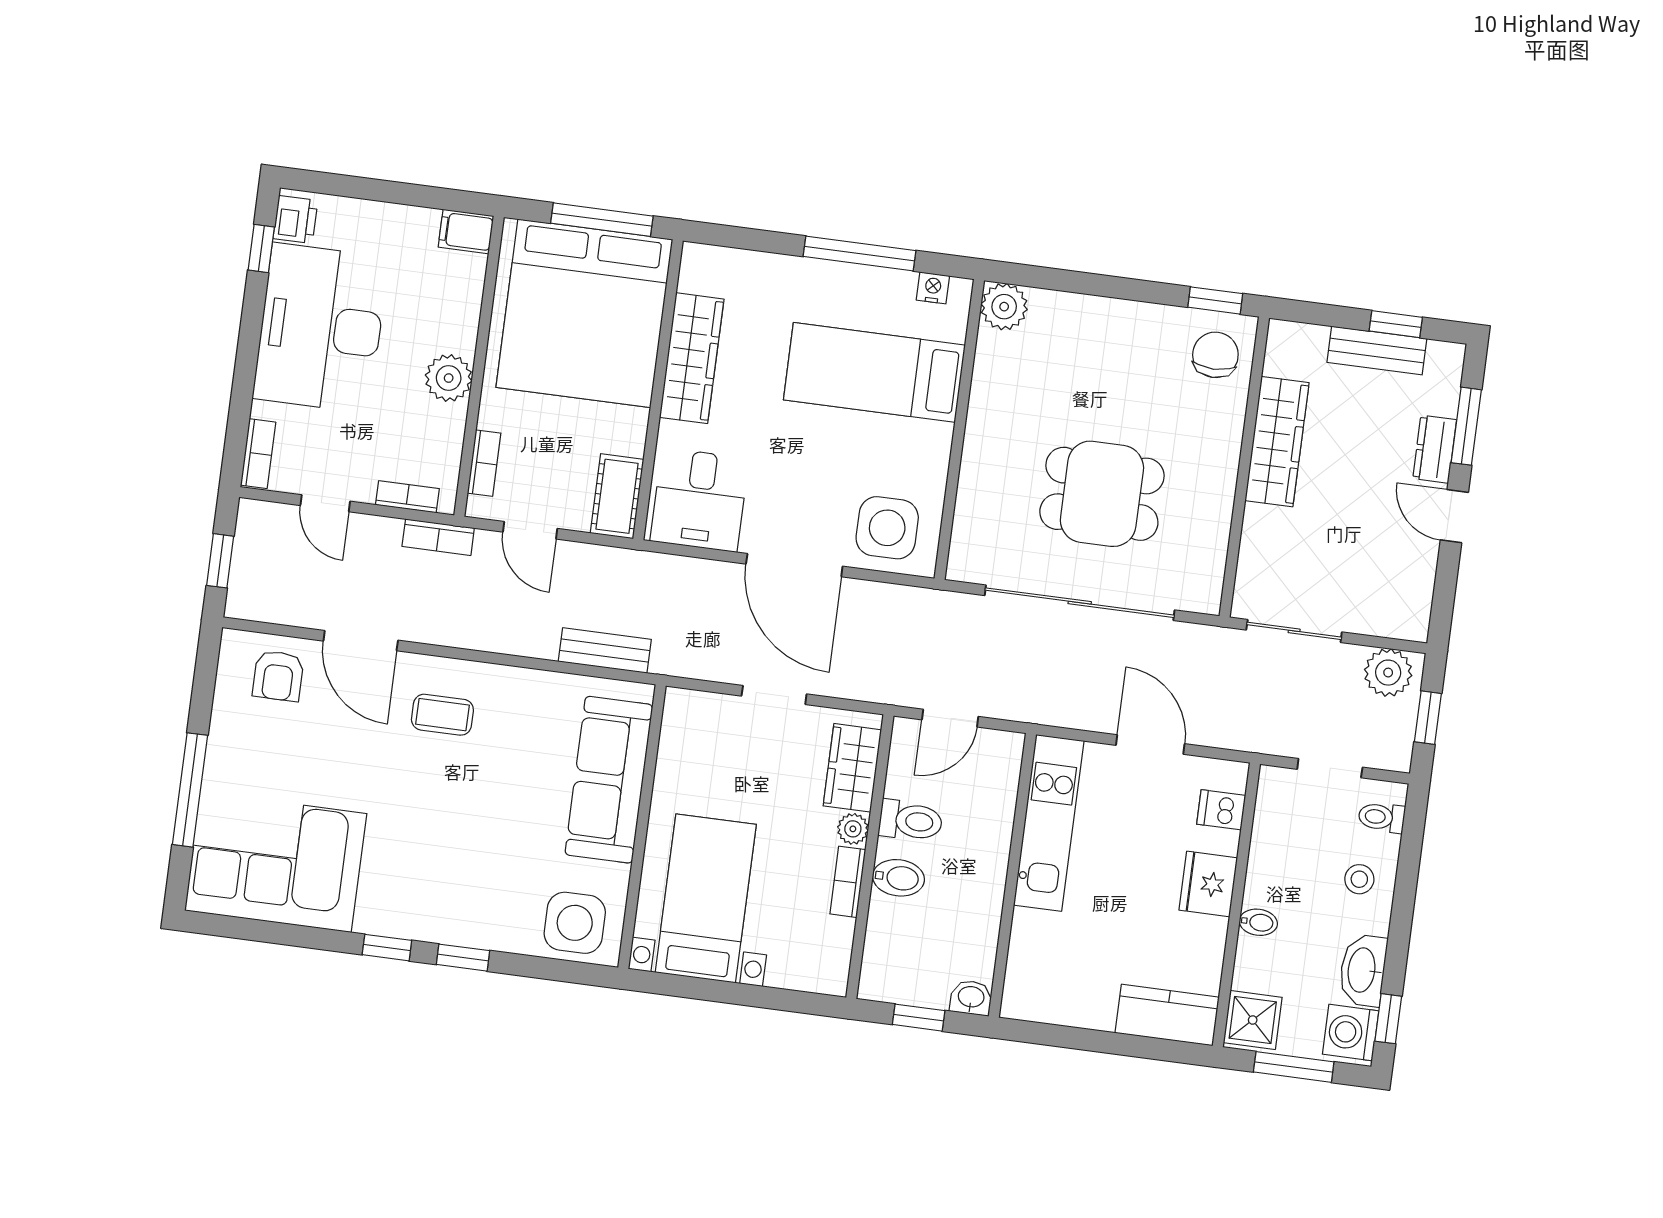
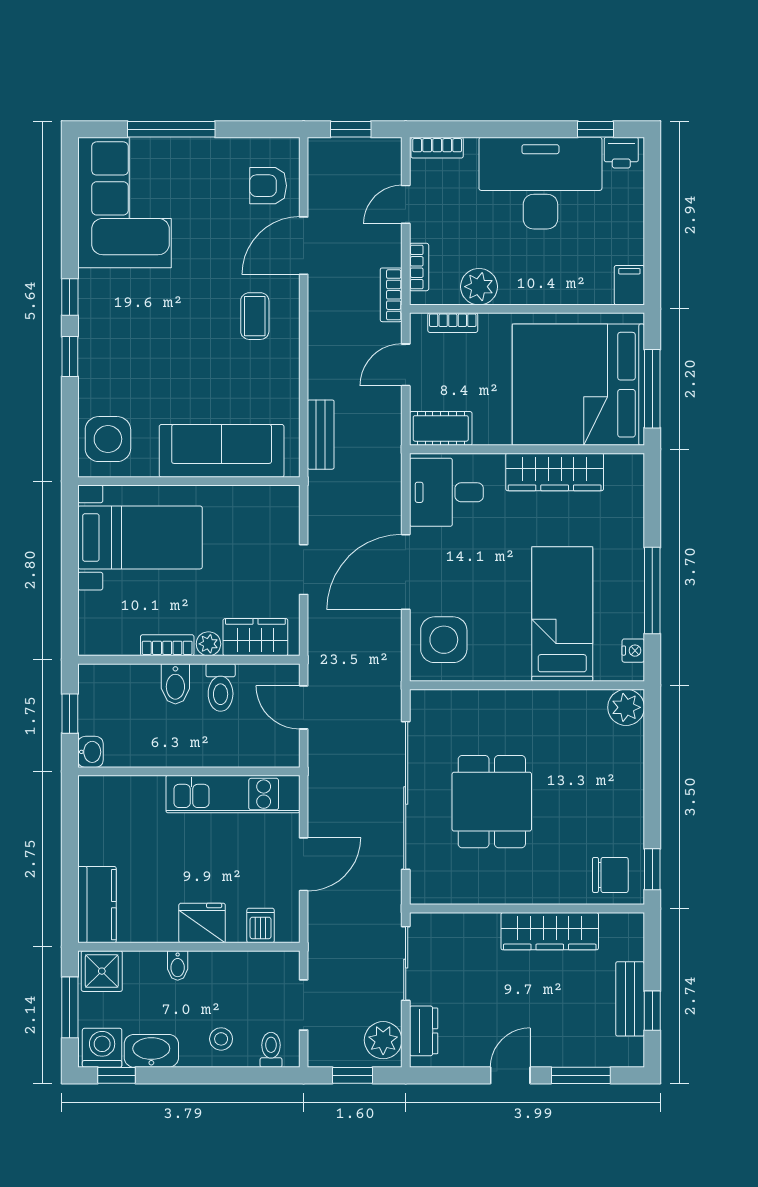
plant: (449, 378) -> (479, 287), moved
dresser: (1435, 449) -> (424, 1031), moved, turned 90

